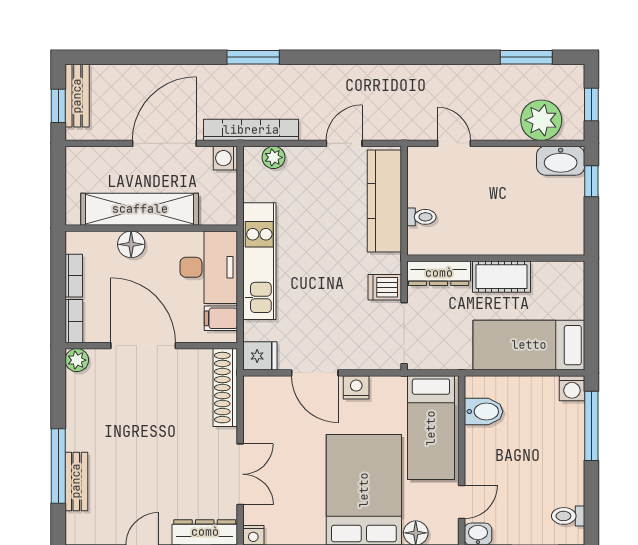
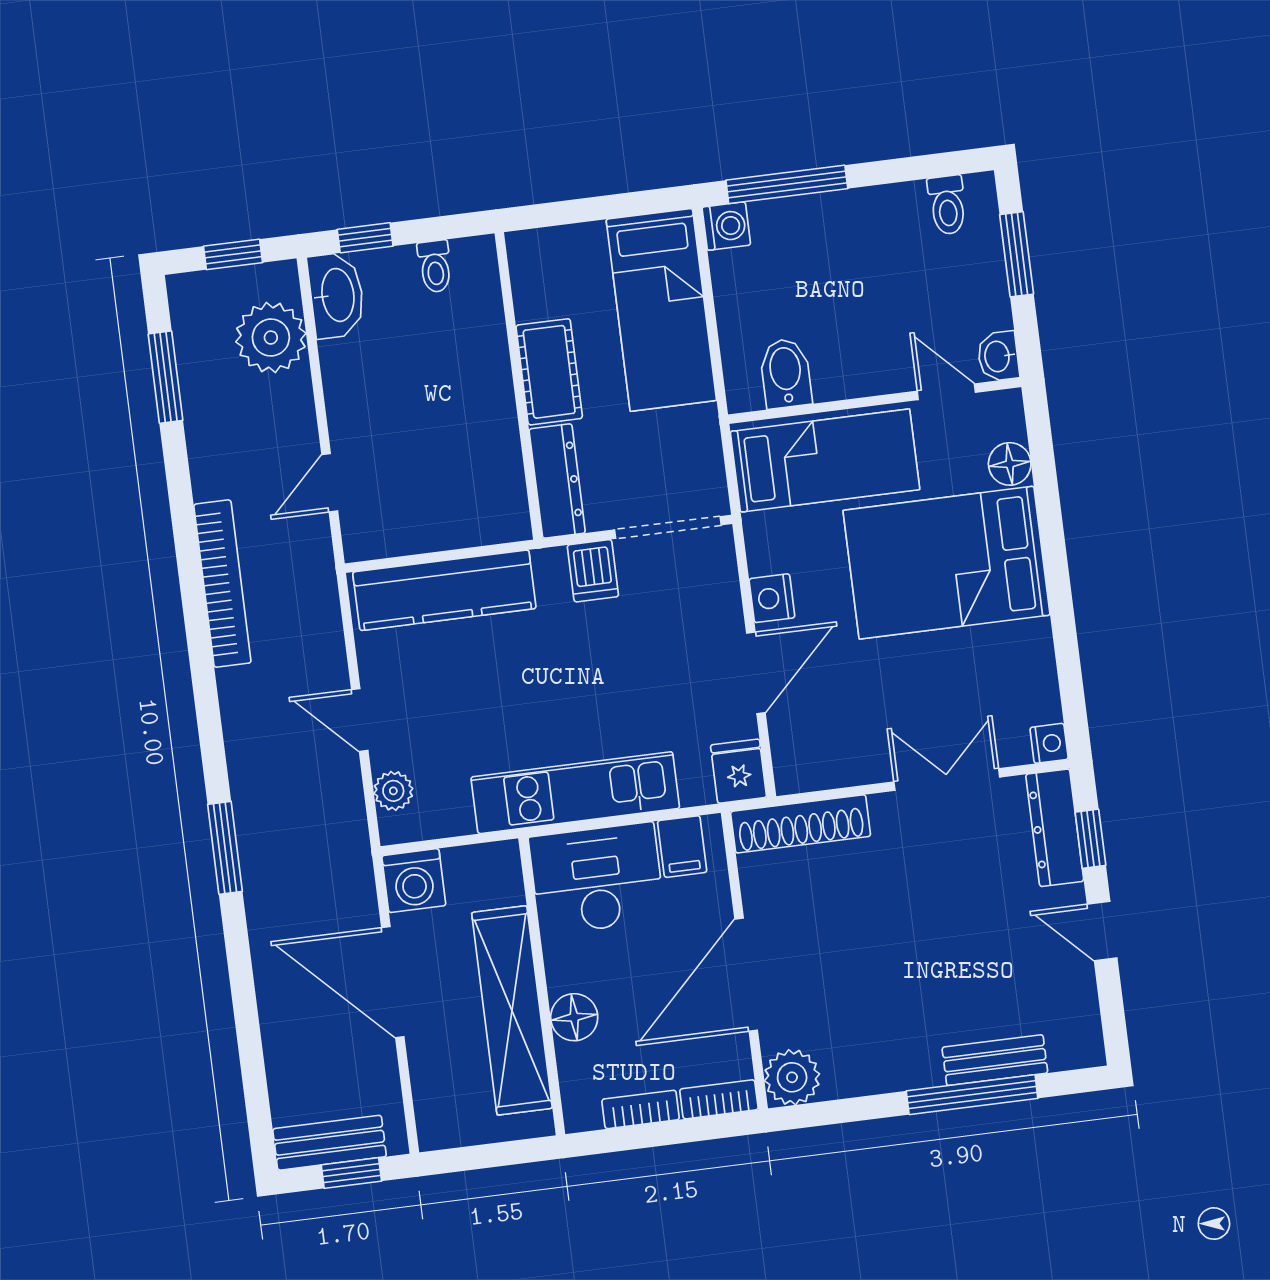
bookcase: (251, 130) -> (222, 584), moved, turned 180
door: (344, 143) -> (360, 720), moved
washing machine: (225, 158) -> (414, 881), width x1.38, depth x1.38
toilet: (421, 217) -> (435, 266), moved, turned 180
plant: (77, 360) -> (792, 1077), width x1.38, depth x1.38

